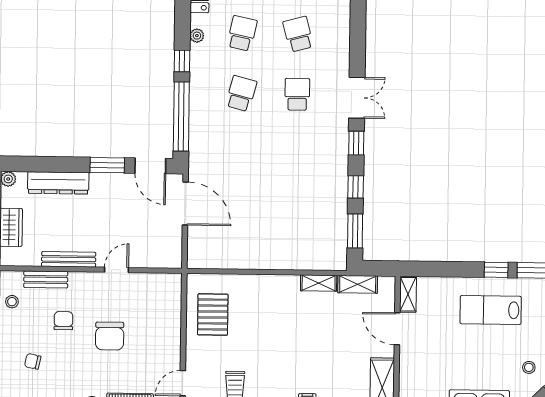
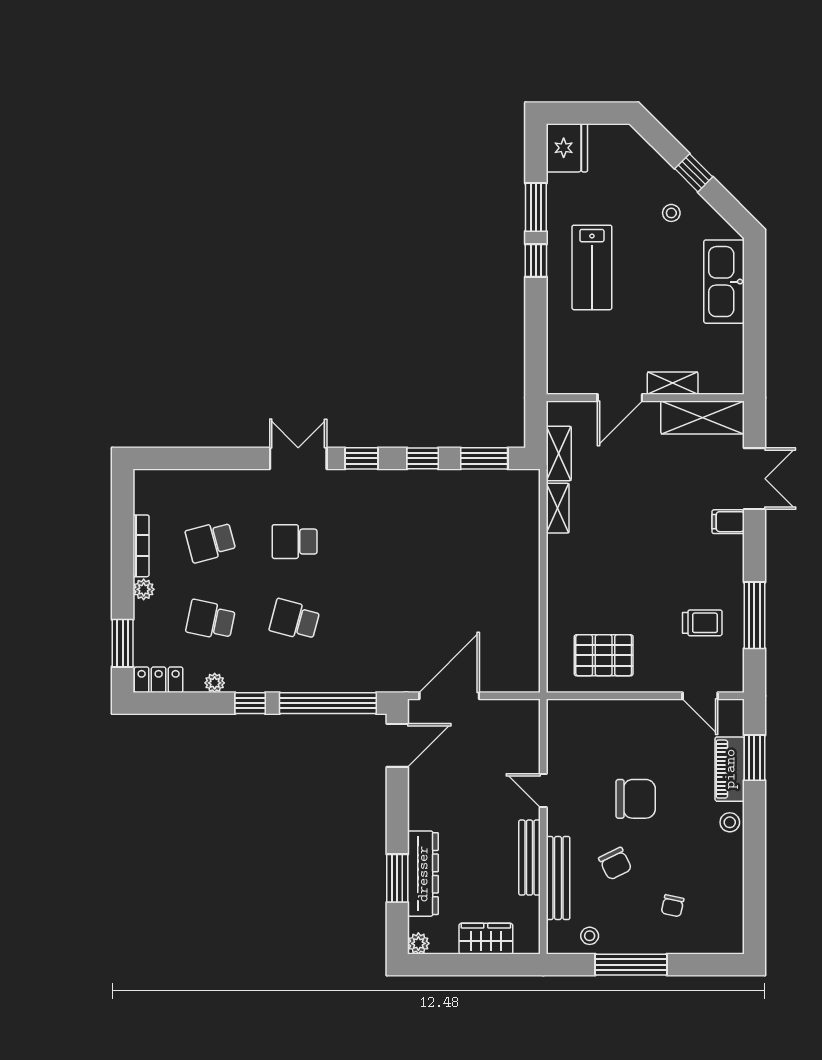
window: (107, 165) -> (397, 878), moved
bench: (46, 279) -> (558, 878), width x1.36
shelving: (408, 294) -> (673, 383), moved
chair: (63, 321) -> (615, 864), turned -116

